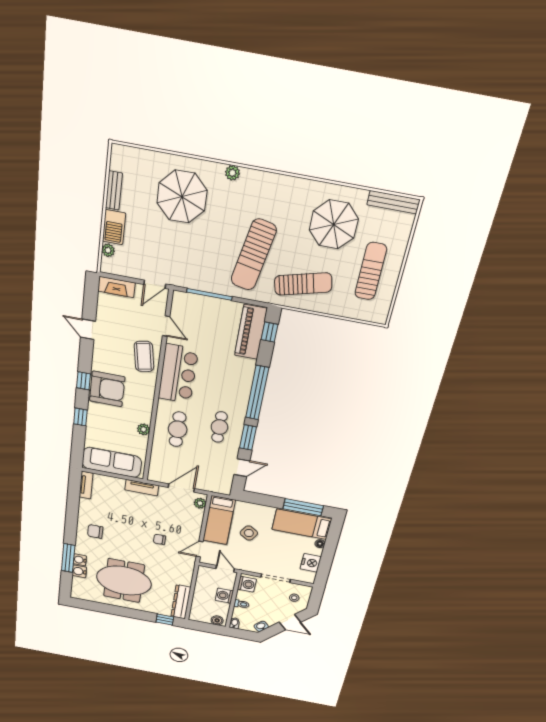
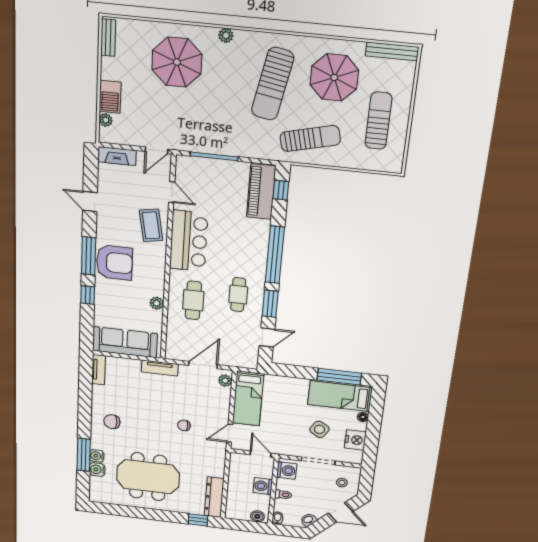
bench: (114, 190) -> (108, 38), moved
sun lounger: (253, 255) -> (273, 84), moved
window: (84, 381) -> (89, 256), width x2.17
side table: (249, 533) -> (319, 429), moved

